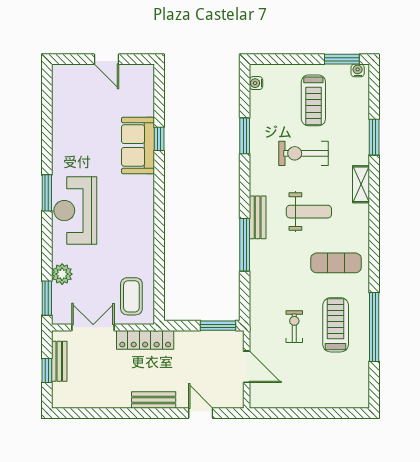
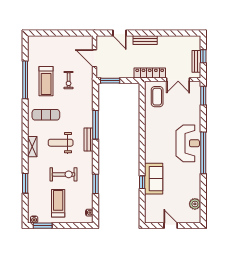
shelving: (361, 184) -> (32, 147), moved
window: (47, 193) -> (203, 153), width x2.11
plant: (62, 274) -> (195, 204), moved

